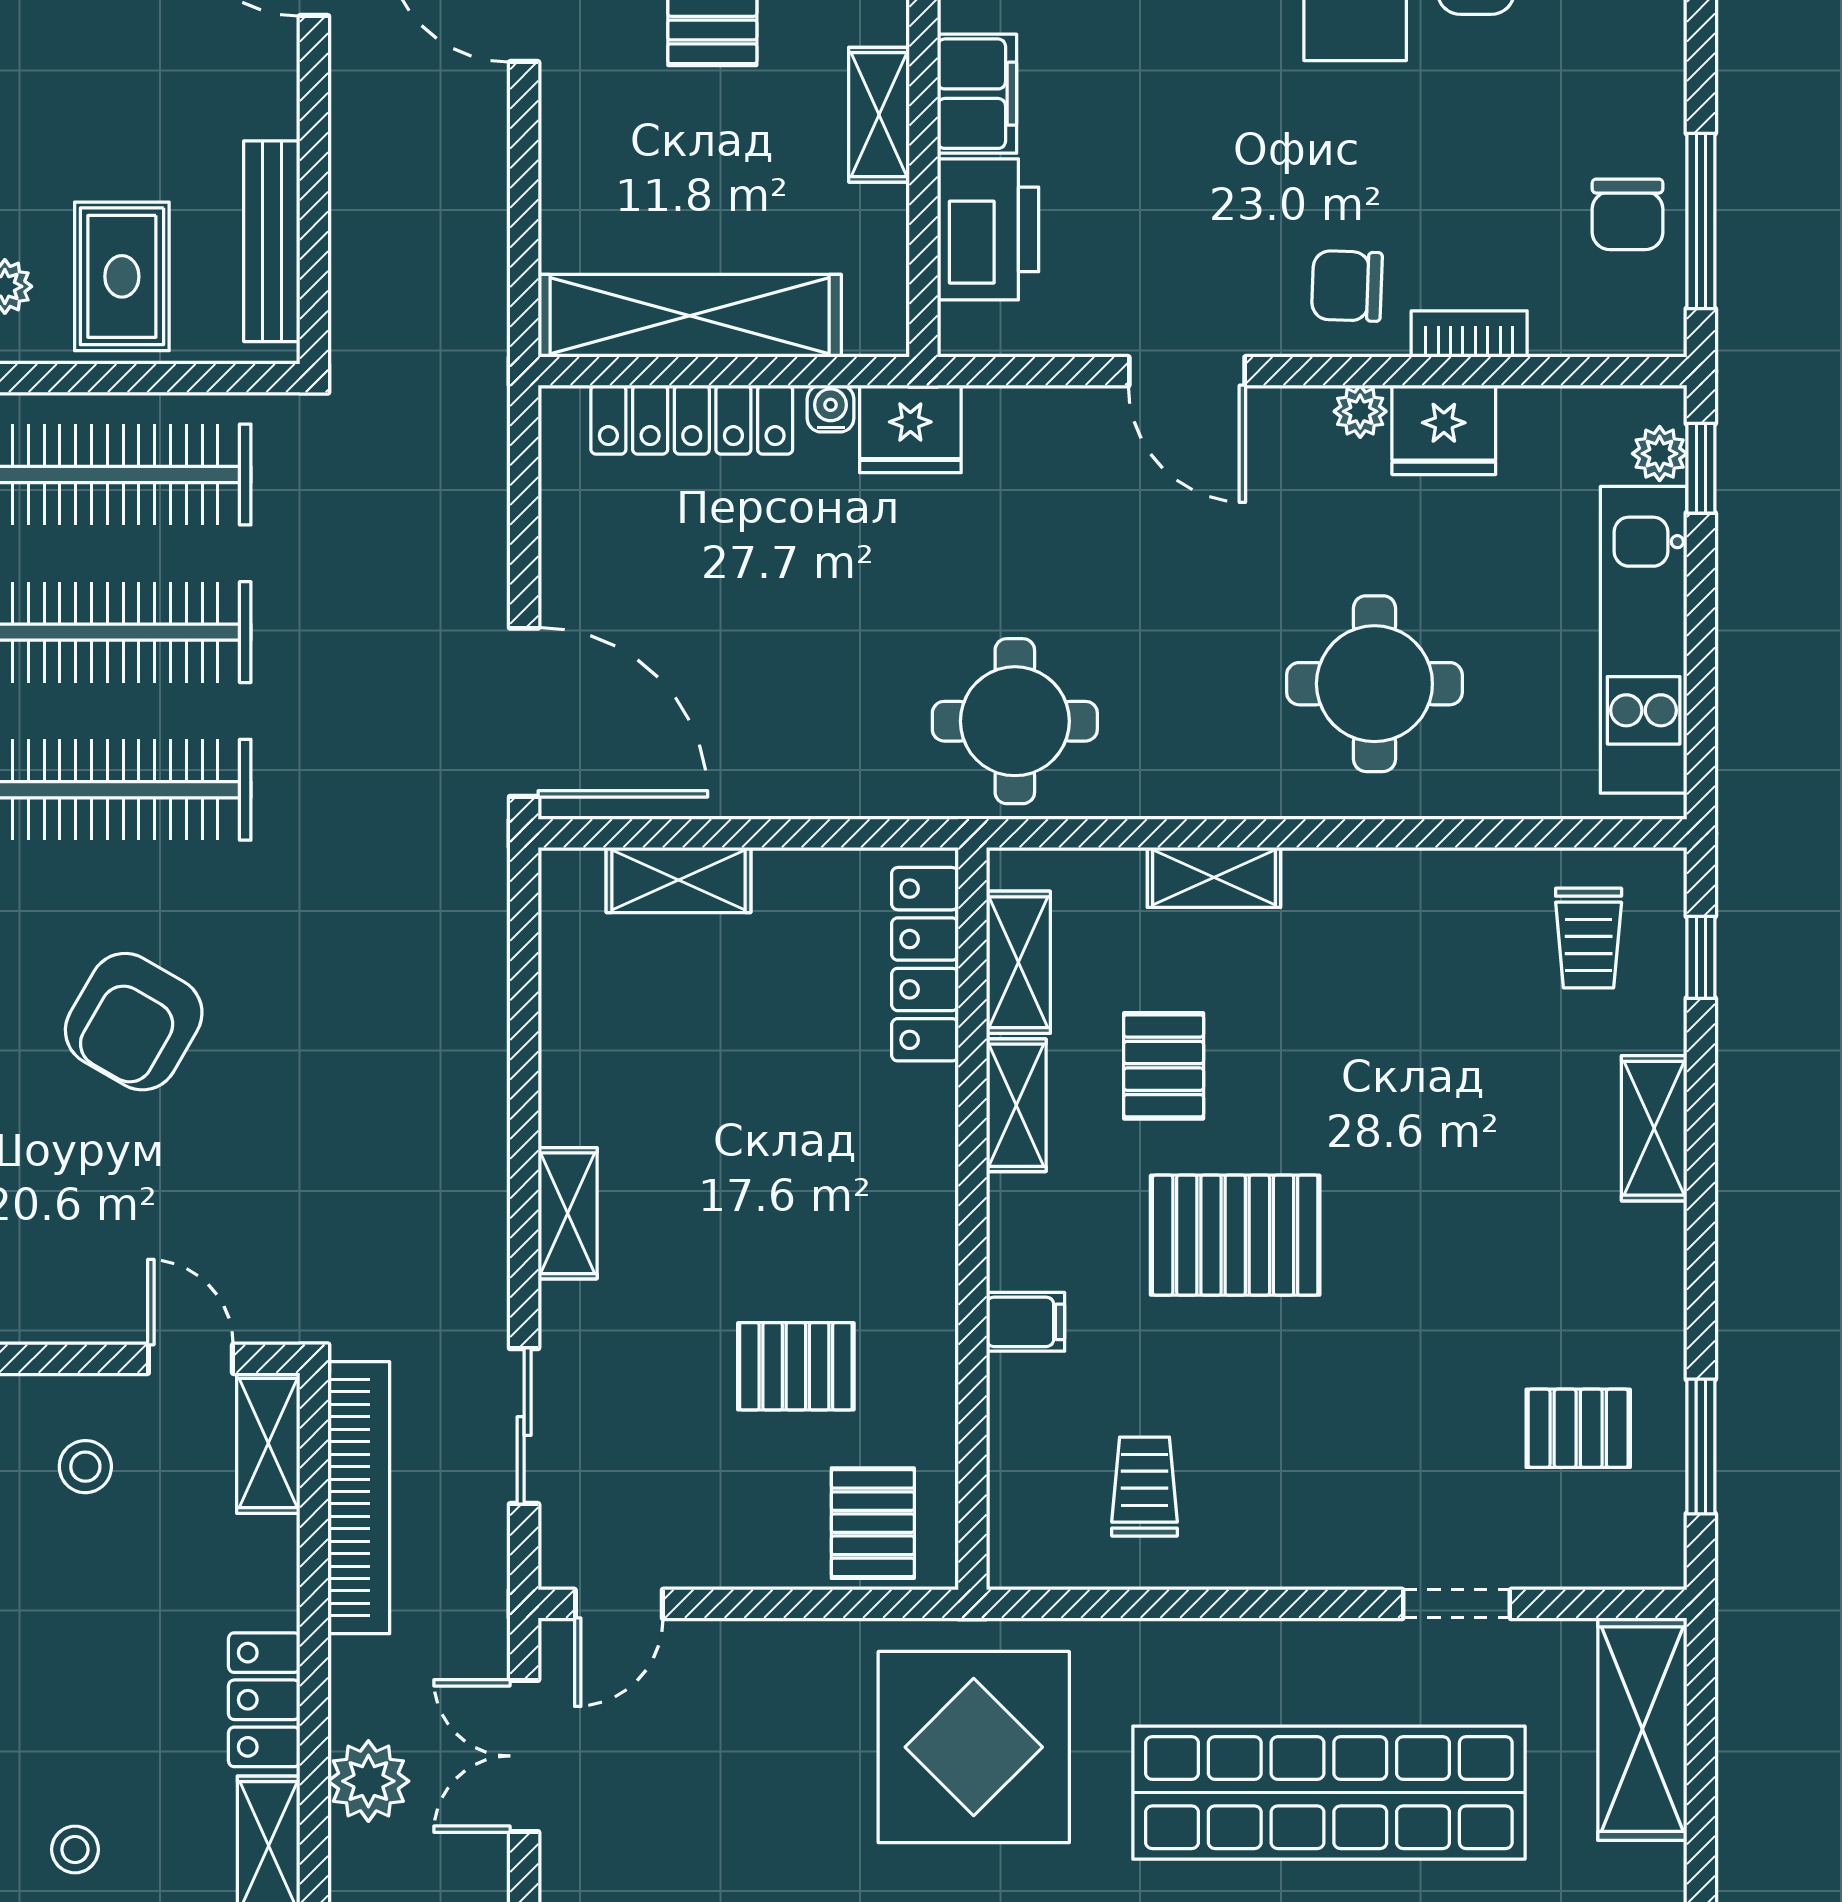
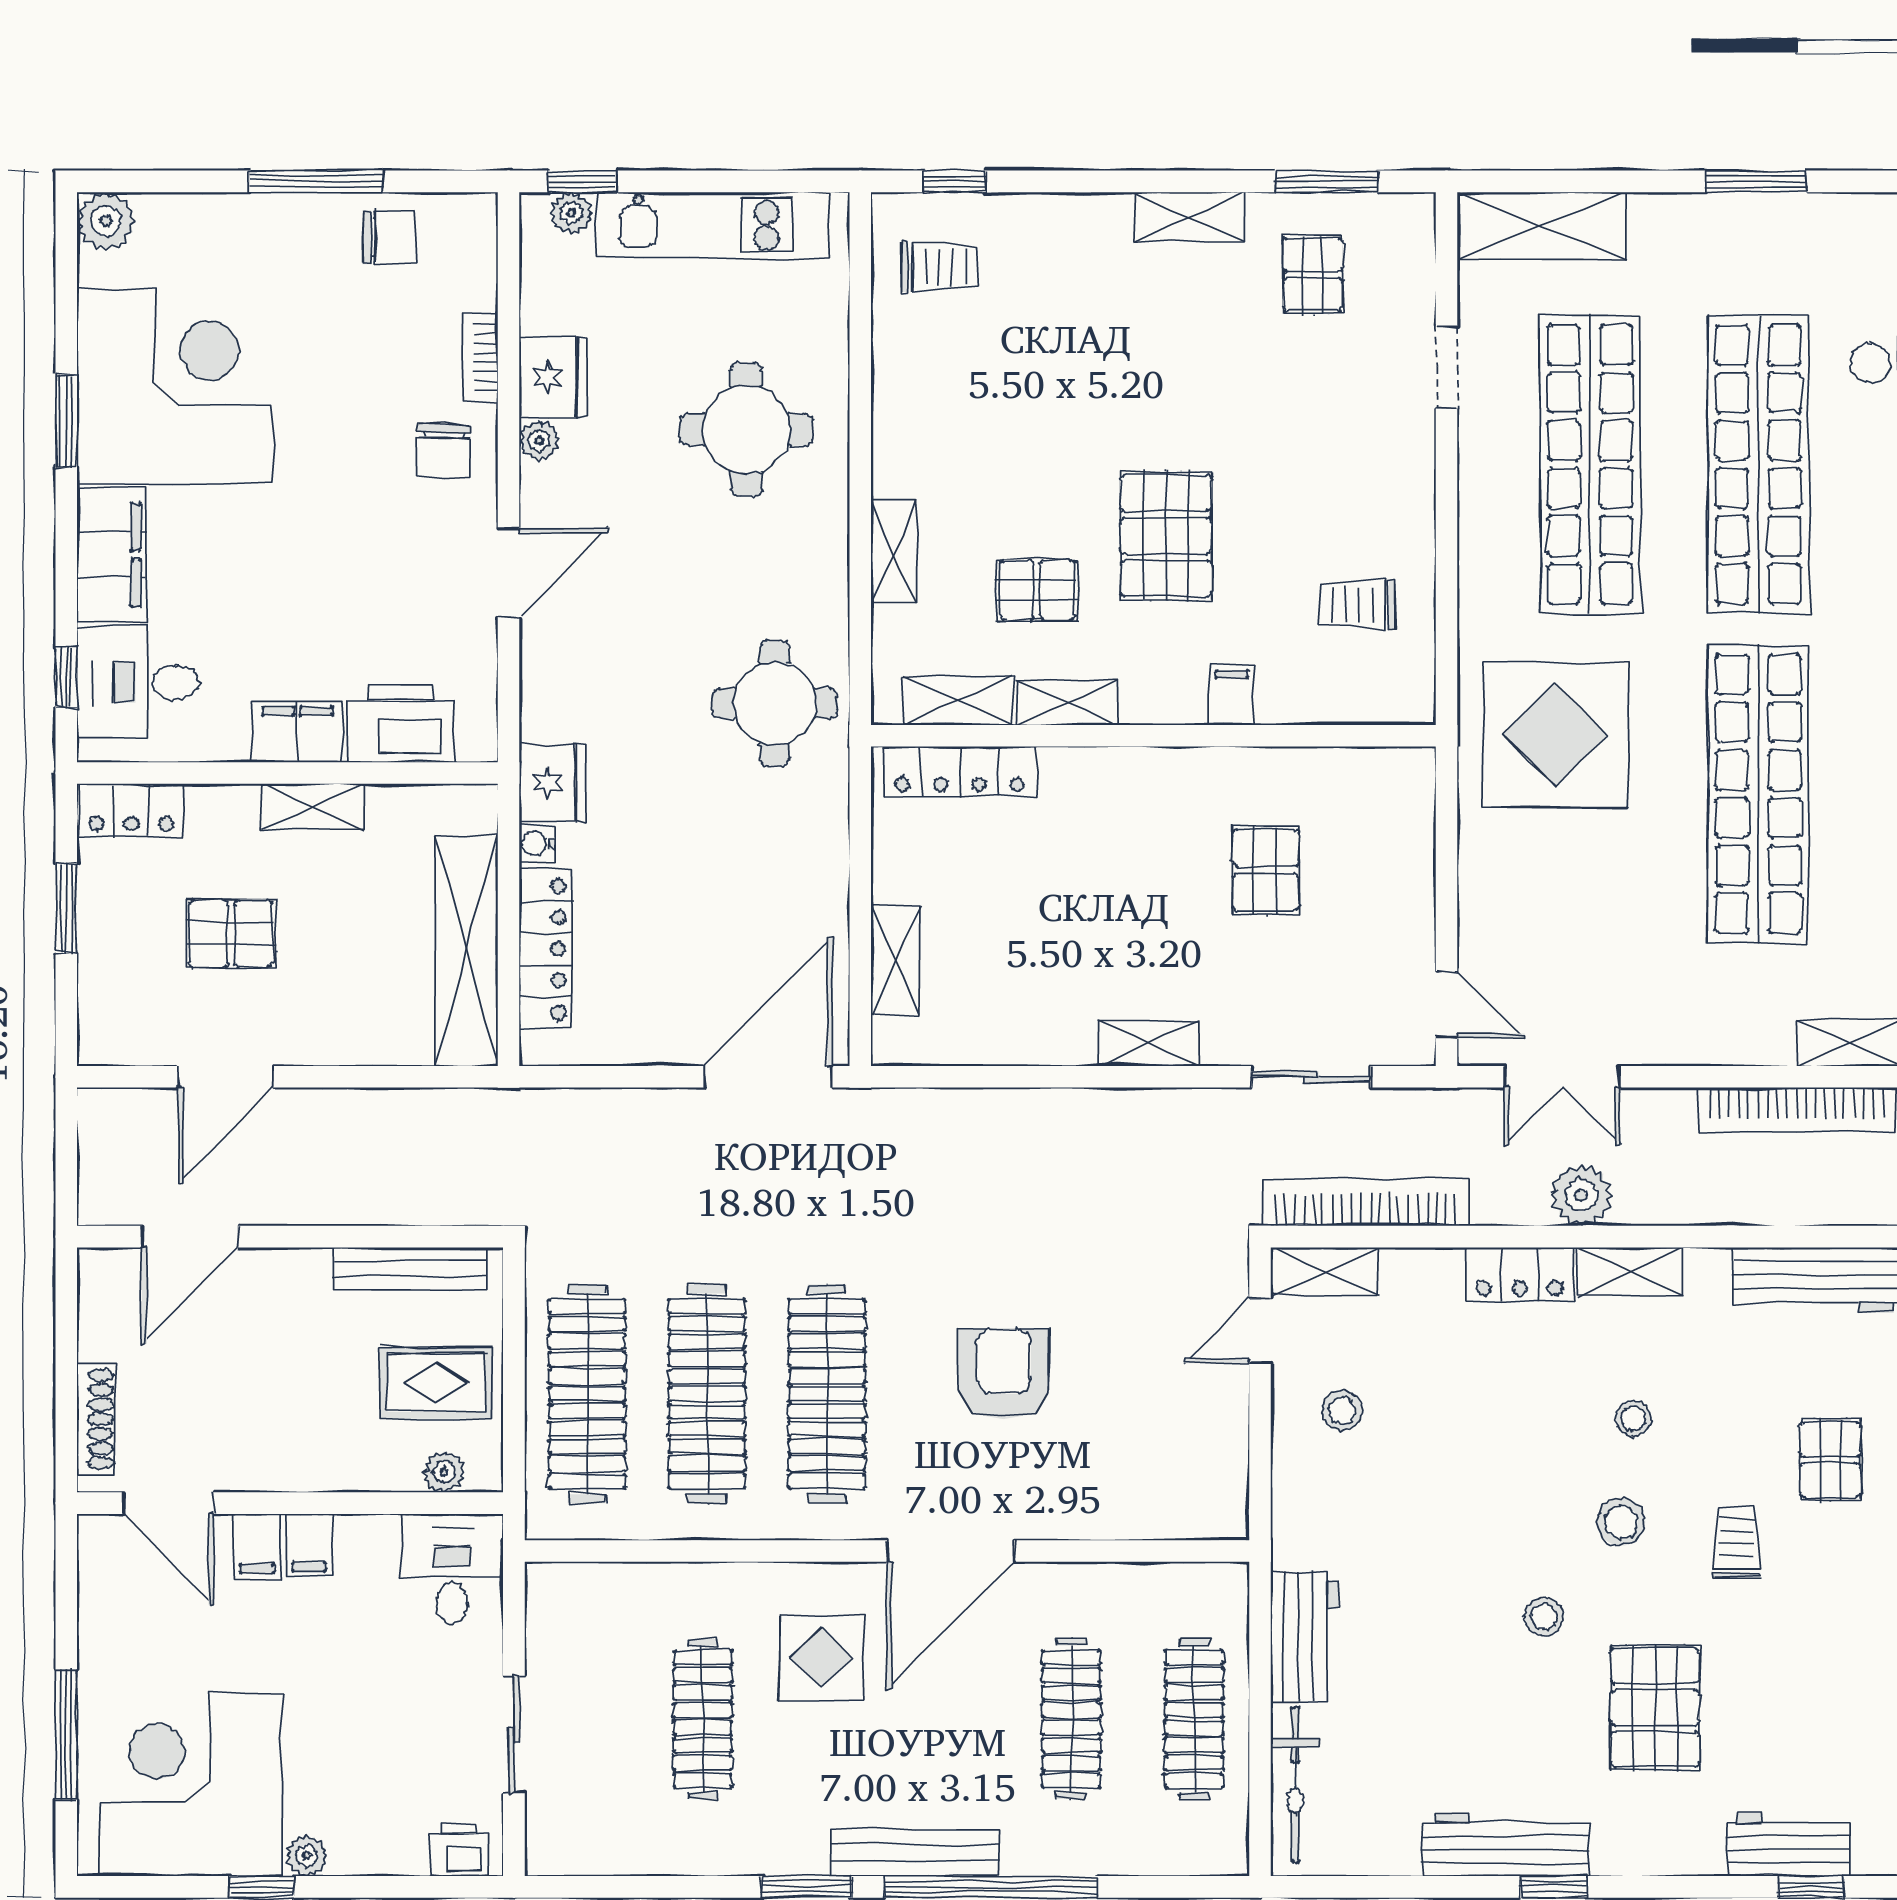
window: (1701, 221) -> (316, 181), moved
armchair: (134, 1022) -> (1003, 1374), turned -120
shelving: (1654, 1128) -> (1189, 217), moved
pallet: (873, 1523) -> (1385, 811), removed

